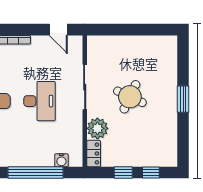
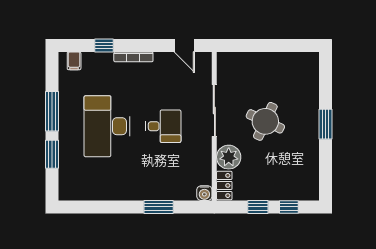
desk: (40, 101) -> (163, 126), width x0.73
water cooler: (61, 160) -> (204, 193), moved
window: (35, 173) -> (159, 207), width x0.47

